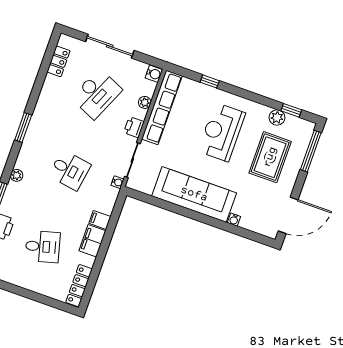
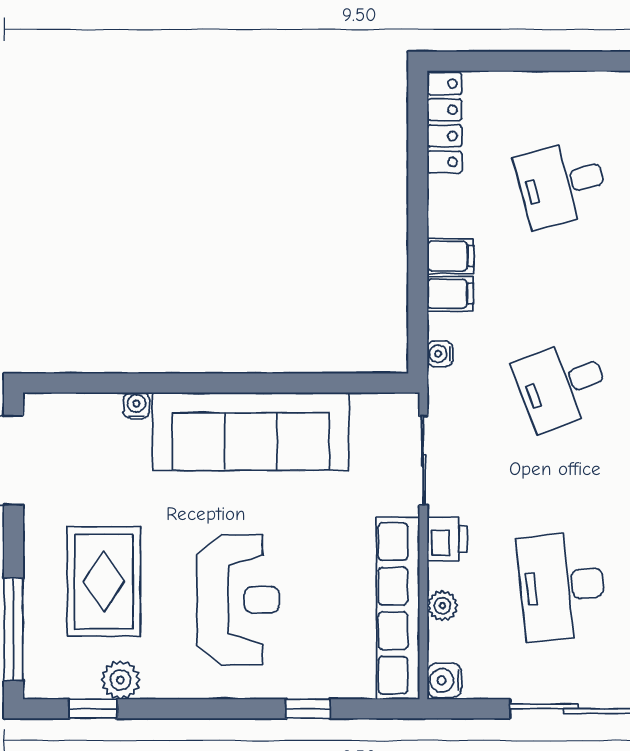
desk: (97, 94) -> (562, 586), turned -30
desk: (70, 170) -> (562, 385), turned -30
water cooler: (118, 182) -> (440, 354), moved
filing cabinet: (92, 241) -> (450, 256), width x0.50

